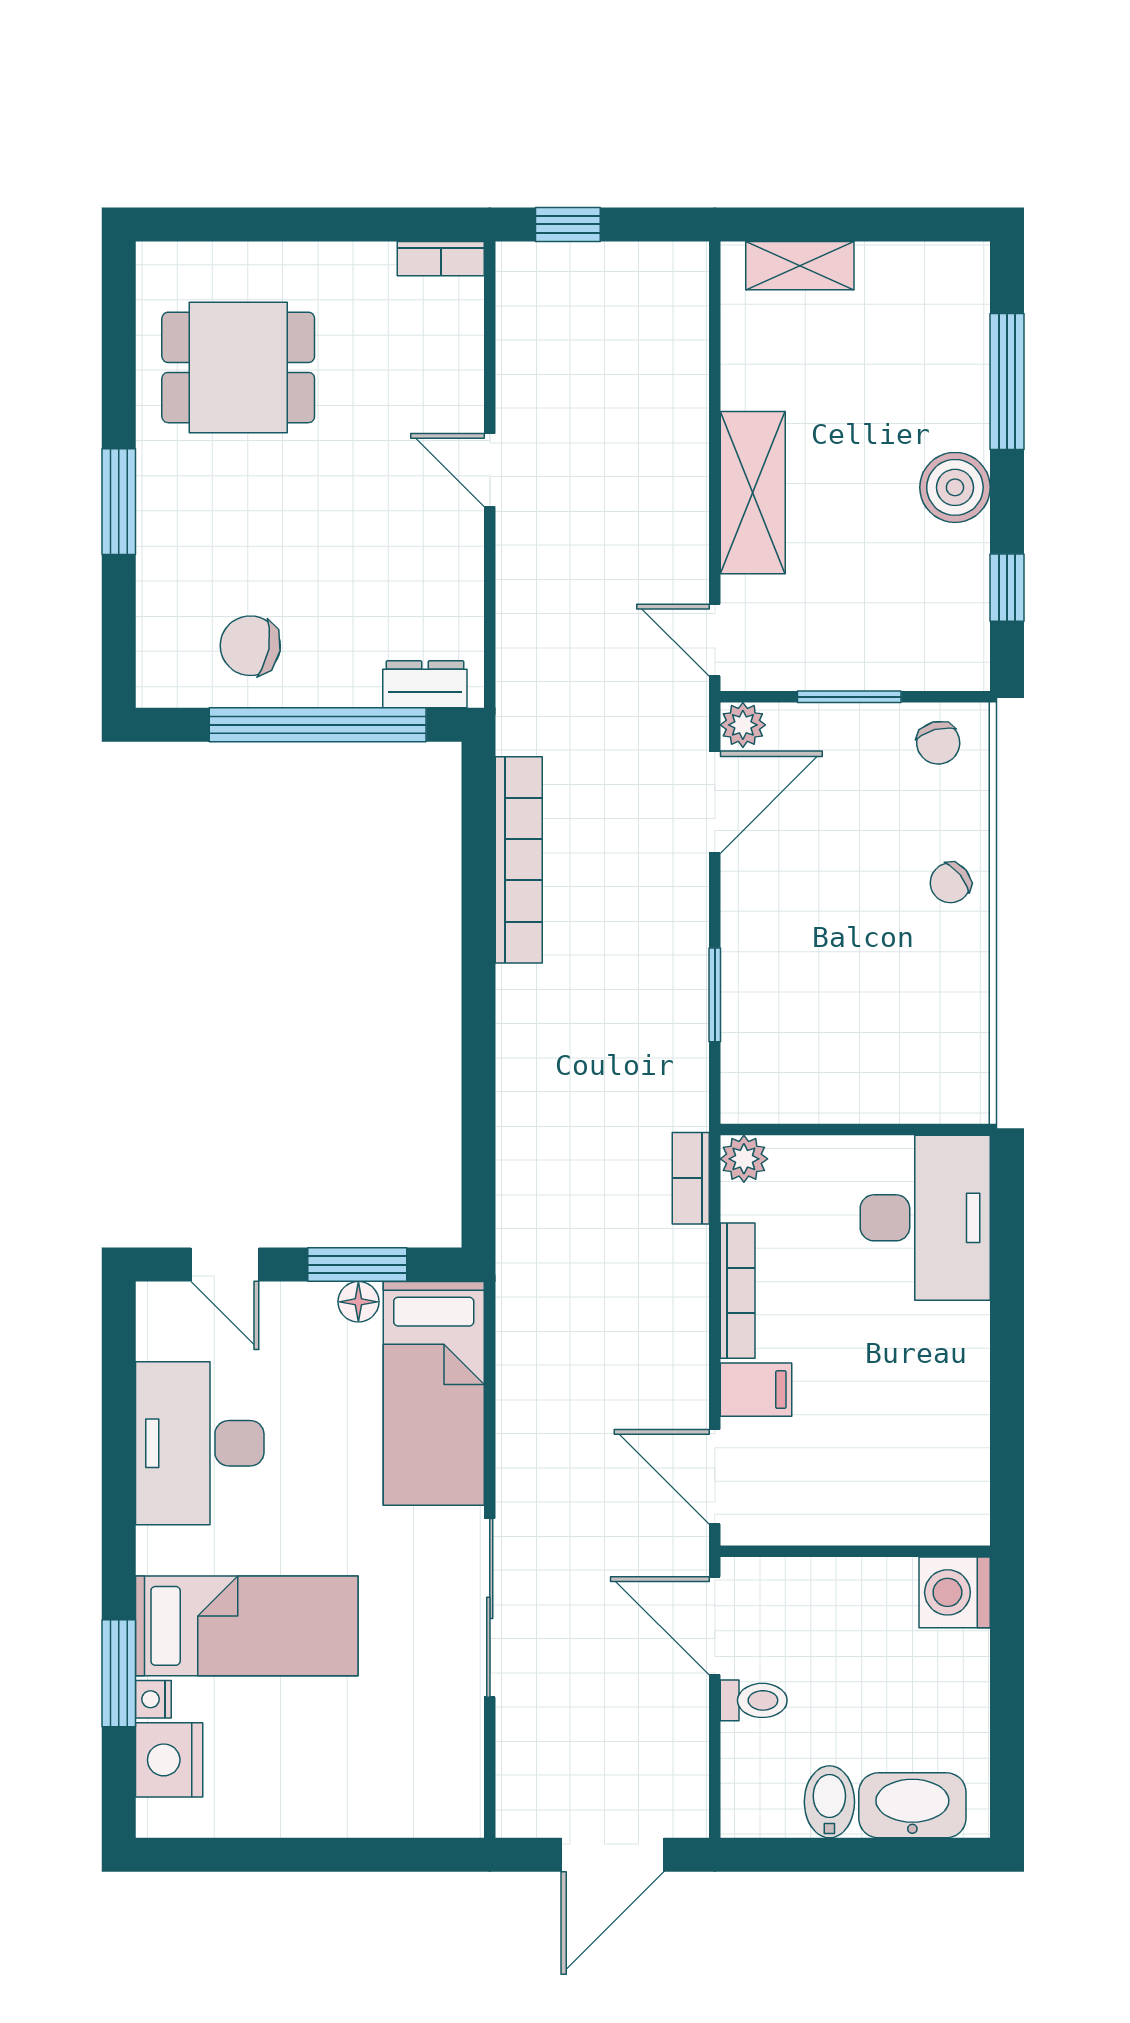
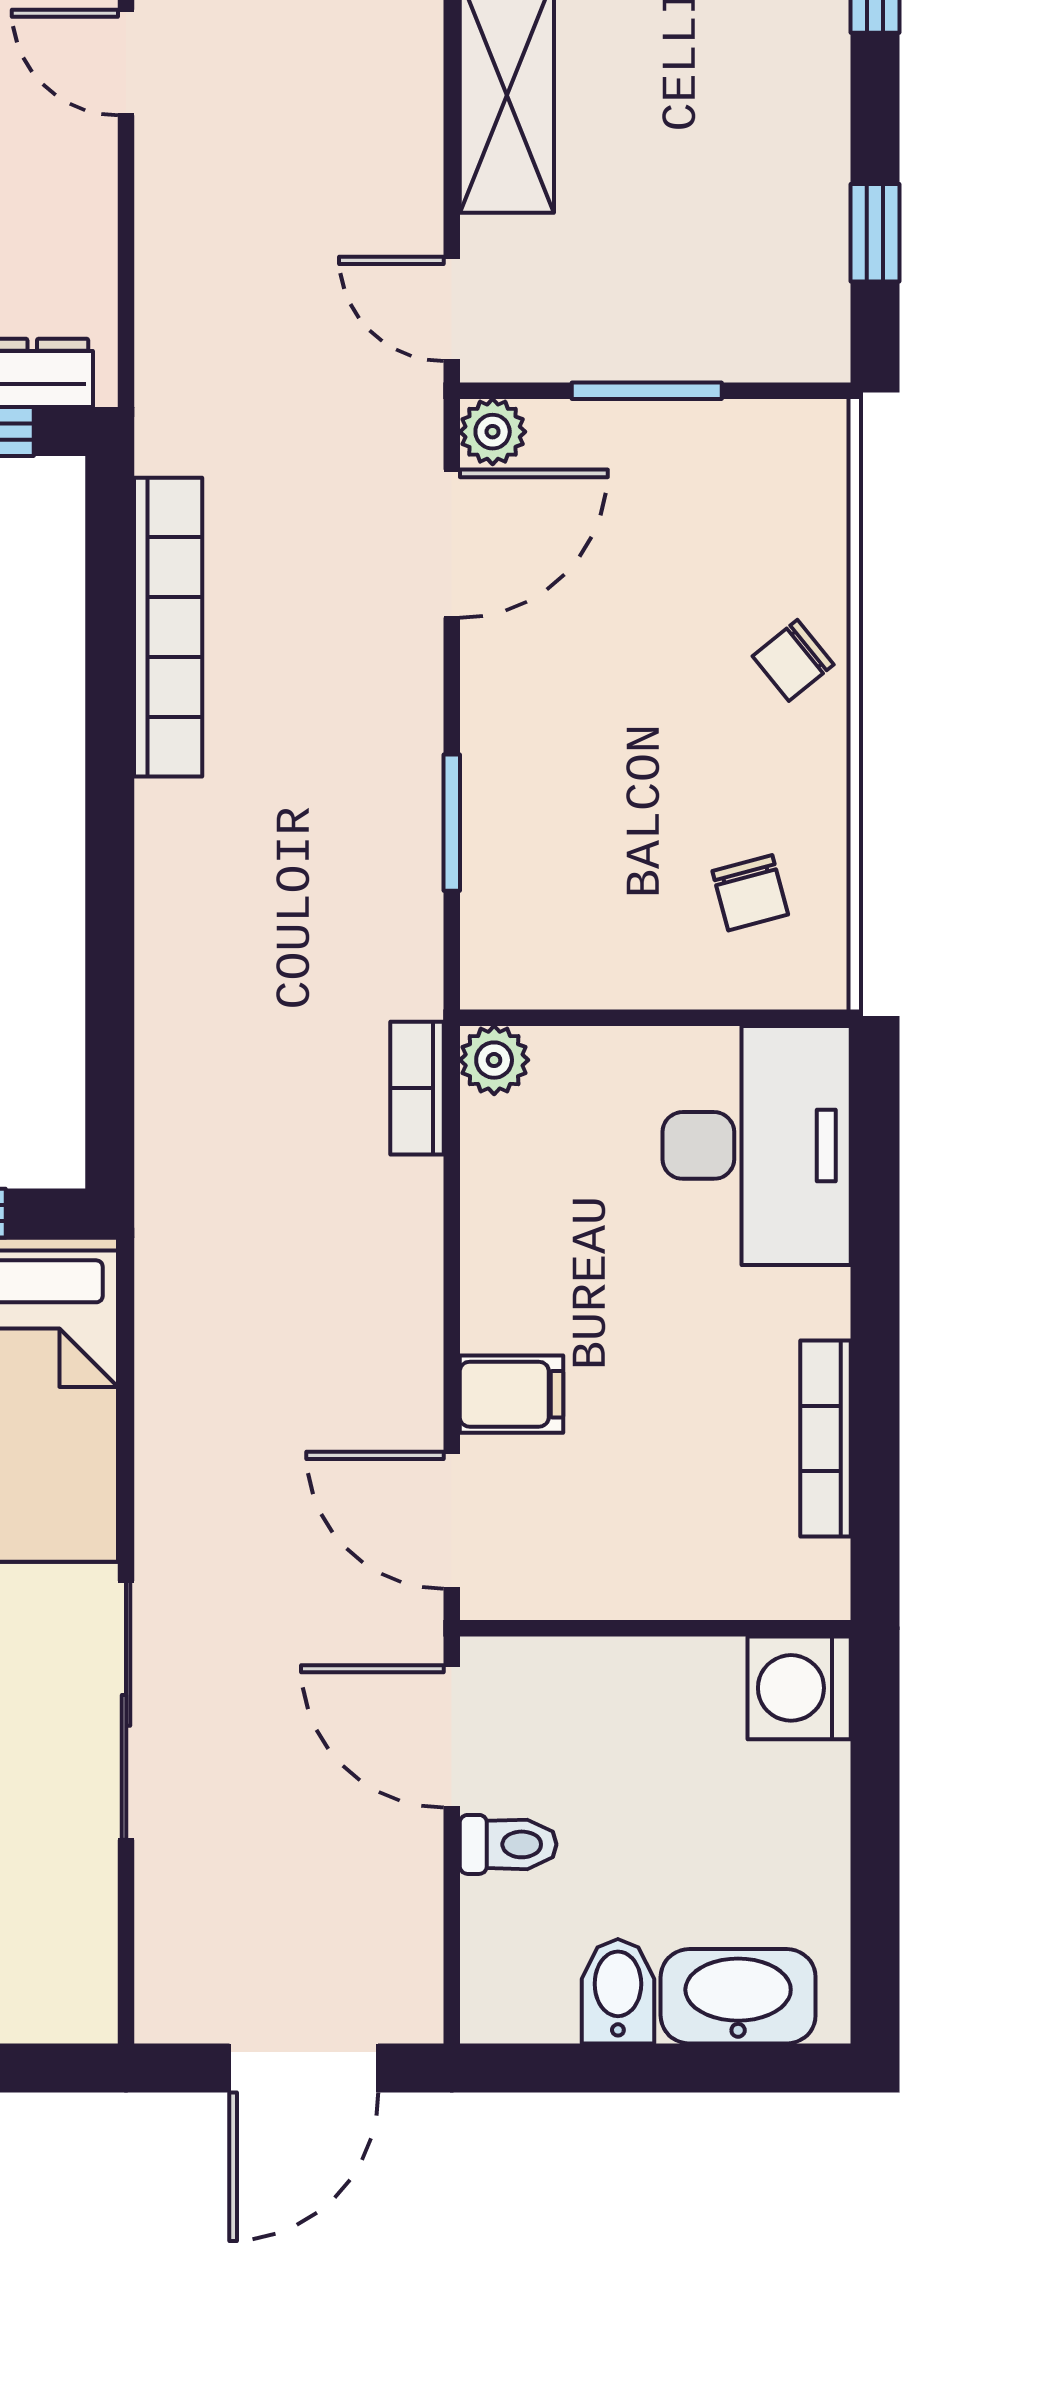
boiler: (955, 487) -> (800, 88), removed
chair: (938, 743) -> (750, 893), moved
bookcase: (738, 1291) -> (826, 1438), moved, turned 180

